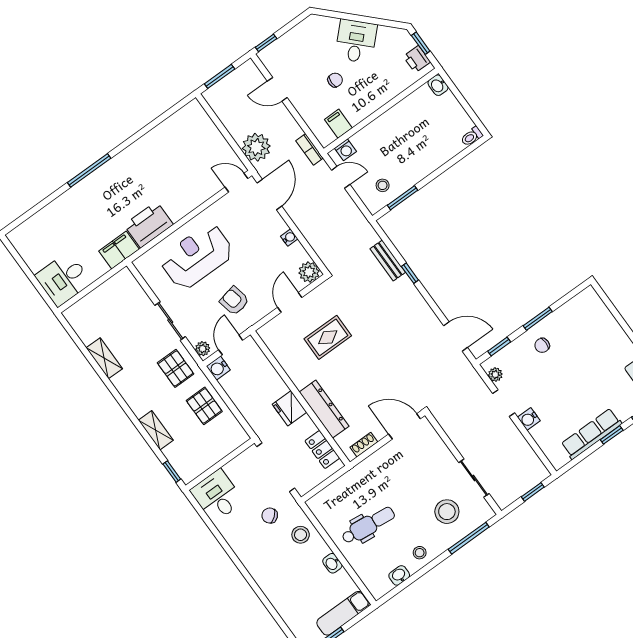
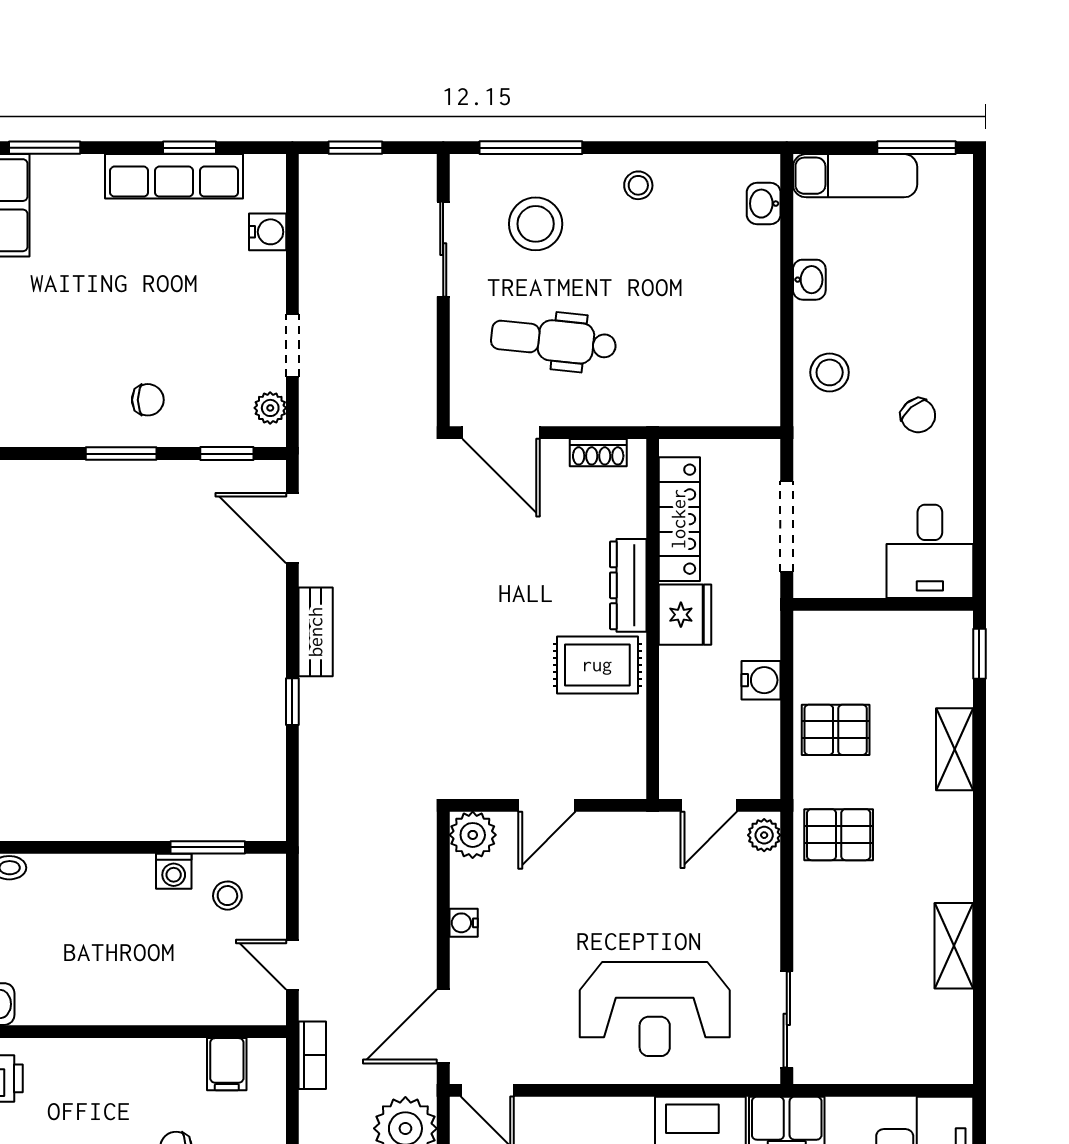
washing machine: (345, 150) -> (174, 871), moved, turned 180
bench: (388, 260) -> (316, 632), moved
armchair: (234, 301) -> (645, 880), removed
sliding door: (170, 321) -> (787, 1019), moved
rug: (328, 337) -> (597, 665), moved
pallet: (176, 368) -> (839, 835), turned 90
water cooler: (218, 368) -> (761, 680), moved
pallet: (204, 406) -> (836, 730), turned 90
dresser: (324, 409) -> (628, 585), width x0.73, depth x0.80
water cooler: (529, 419) -> (268, 232), moved
window: (612, 435) -> (190, 148), moved
locker: (322, 450) -> (679, 519), width x1.53
doorway: (276, 467) -> (787, 526), width x0.73
chair: (270, 516) -> (918, 415), moved
dental chair: (368, 525) -> (554, 341), moved
washbasin: (399, 575) -> (764, 204), moved, turned 90

